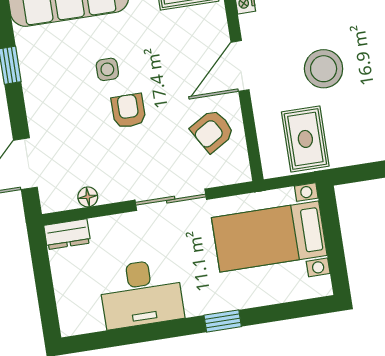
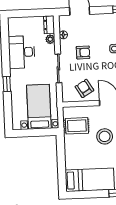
armchair: (128, 111) -> (83, 52), moved
plant: (102, 228) -> (50, 39), added

